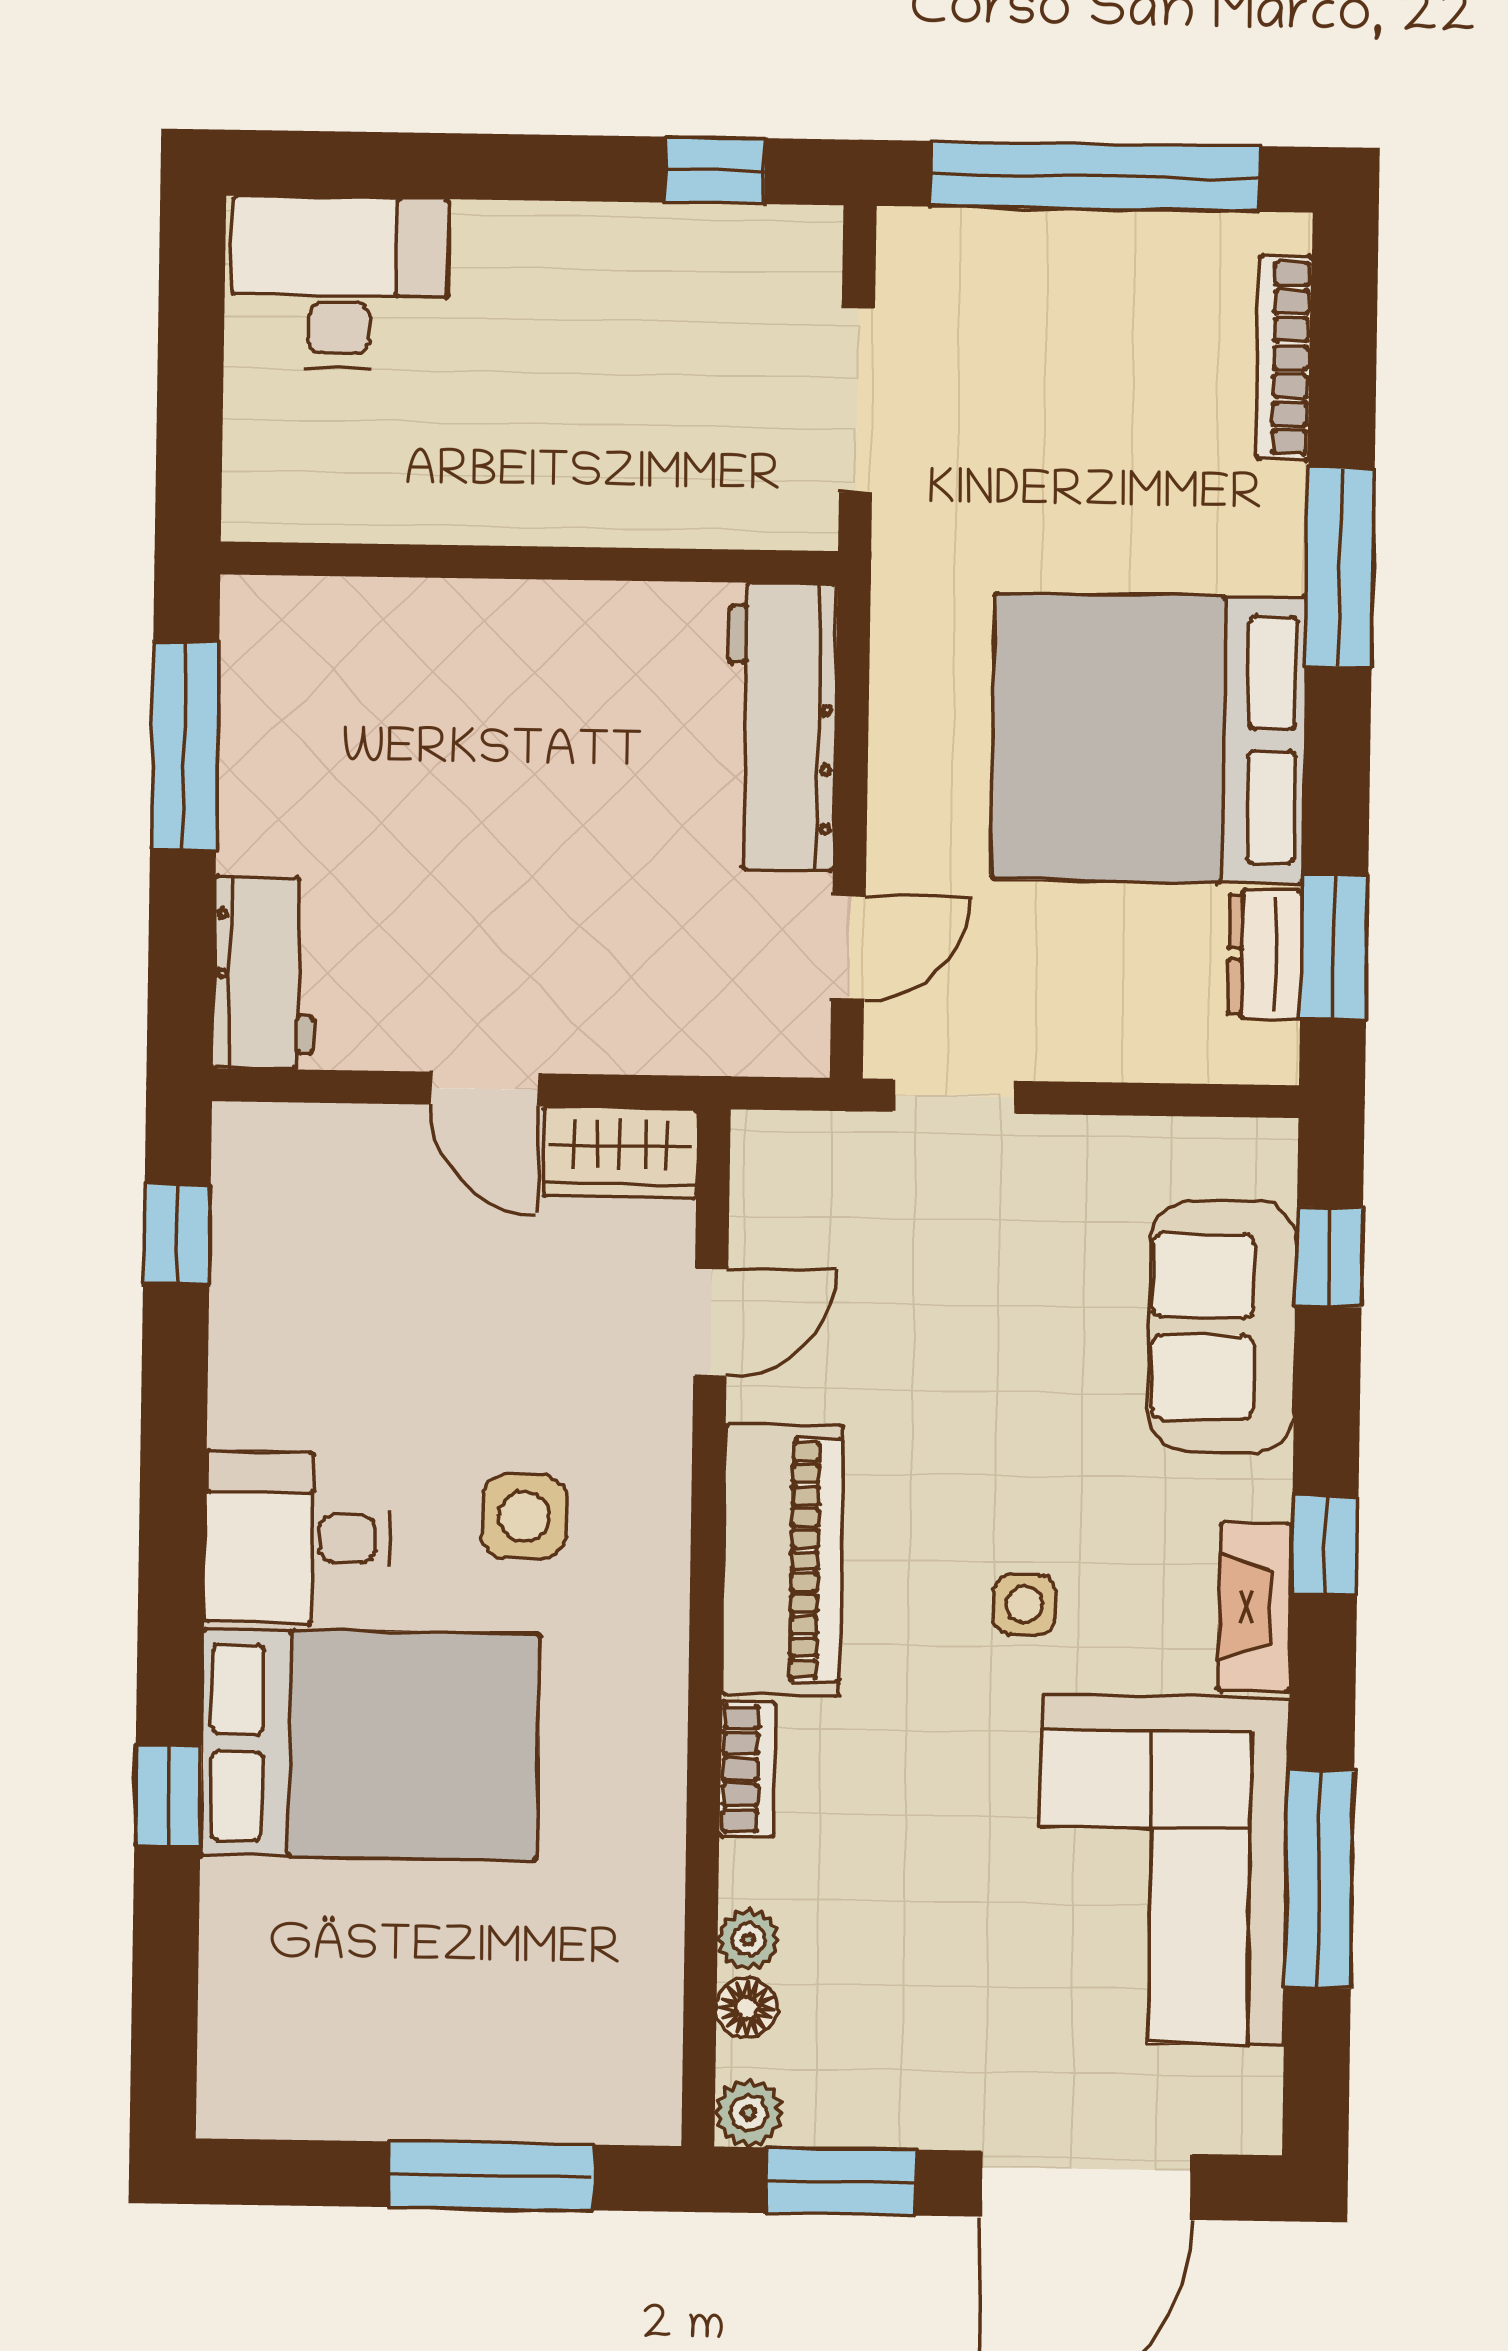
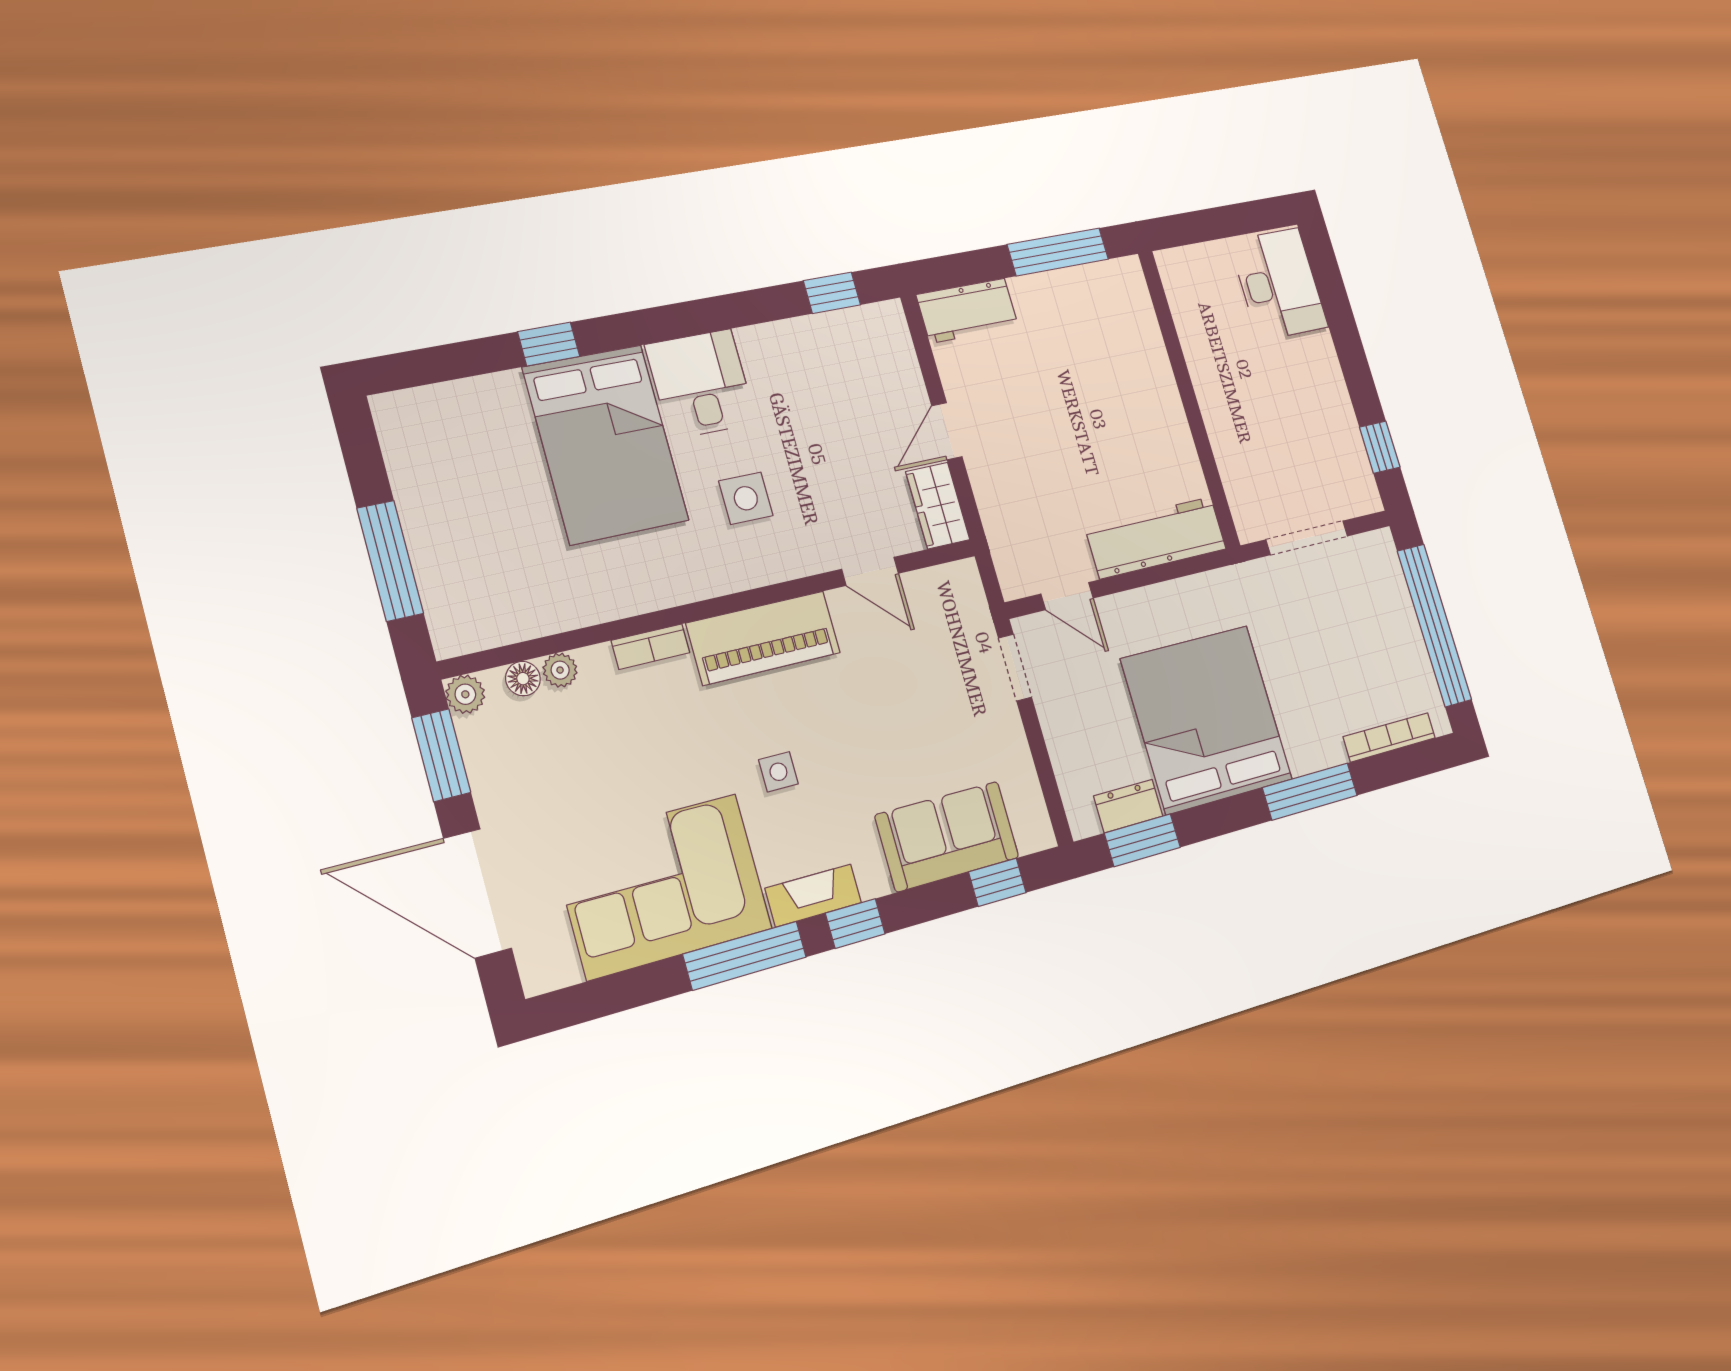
window: (1320, 1879) -> (745, 956), moved

